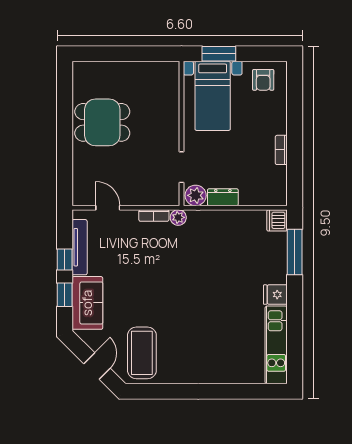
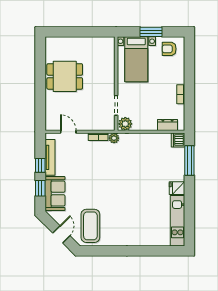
window: (219, 54) -> (151, 32), moved
armchair: (263, 80) -> (169, 49), turned 90
dresser: (223, 197) -> (168, 125), moved

